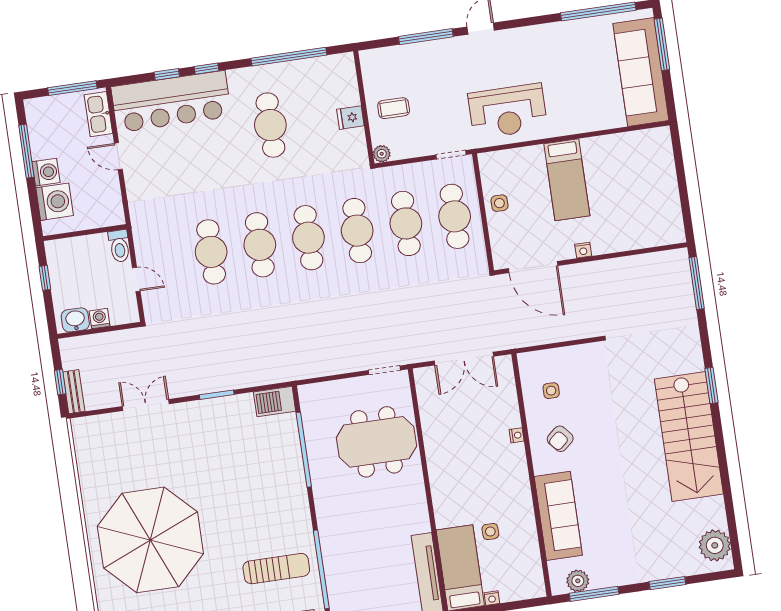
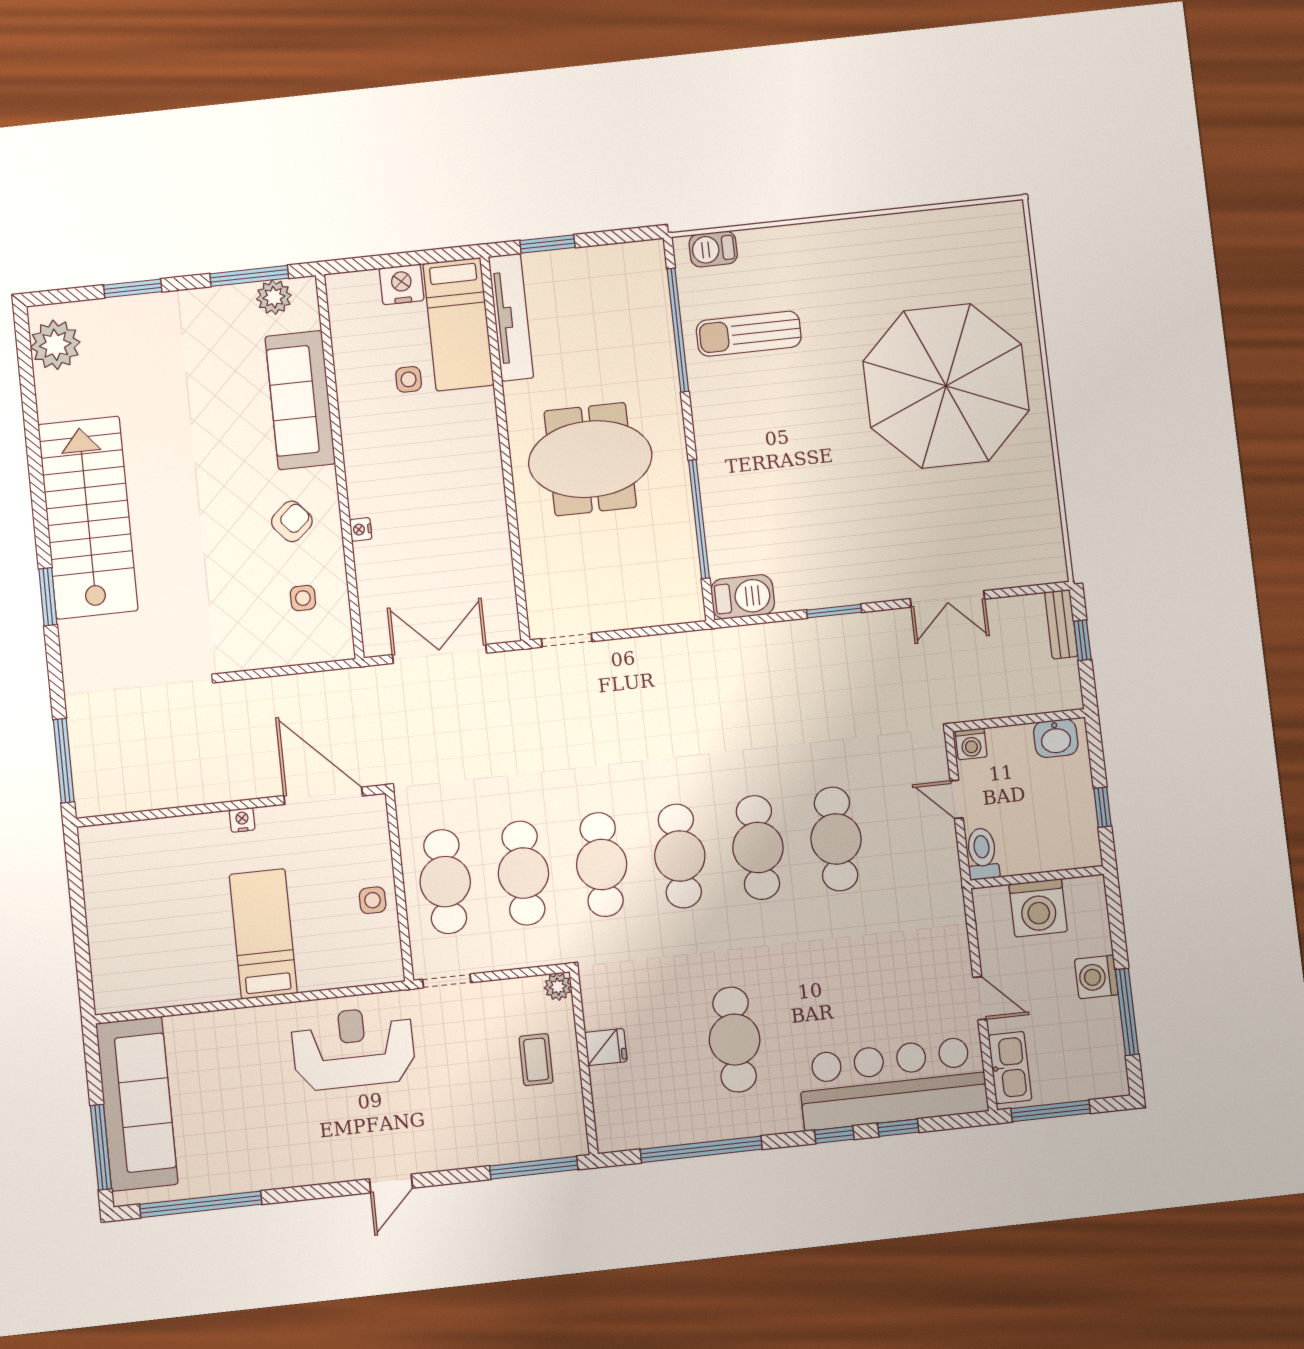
window: (426, 37) -> (534, 1168), moved
coffee table: (394, 108) -> (536, 1060), turned 90
washing machine: (55, 202) -> (1038, 908), moved, turned -90
washing machine: (100, 319) -> (971, 744), moved
meeting table: (376, 442) -> (590, 459), moved
nightstand: (492, 598) -> (402, 284), width x1.89, depth x1.79

